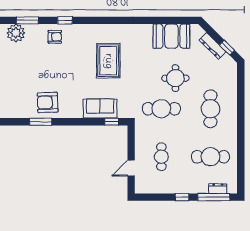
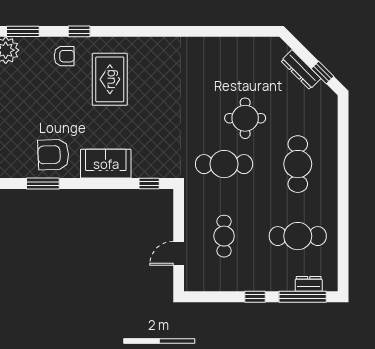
booth: (171, 36) -> (239, 55), removed
rug: (108, 61) -> (110, 79), moved
sofa: (100, 109) -> (106, 164), moved

